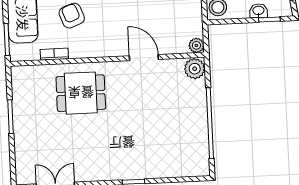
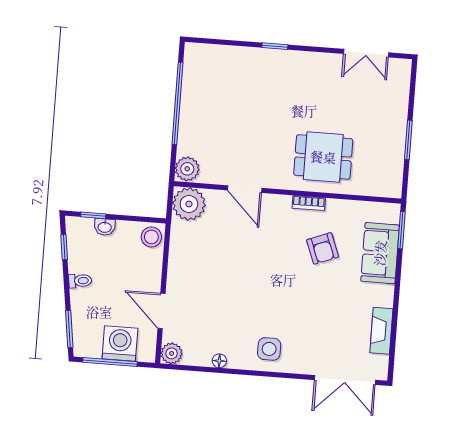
plant: (196, 45) -> (189, 204), width x1.87, depth x1.87
bookcase: (54, 54) -> (309, 203), moved

